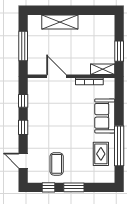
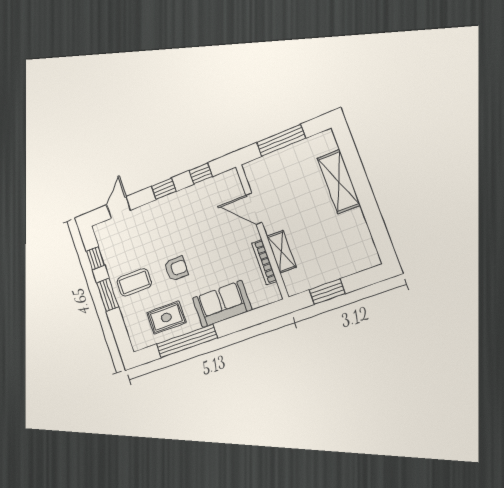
shelving: (103, 69) -> (281, 252), moved
door: (56, 76) -> (254, 209), swing flipped
armchair: (74, 137) -> (176, 269), added
coffee table: (57, 164) -> (134, 282), moved

